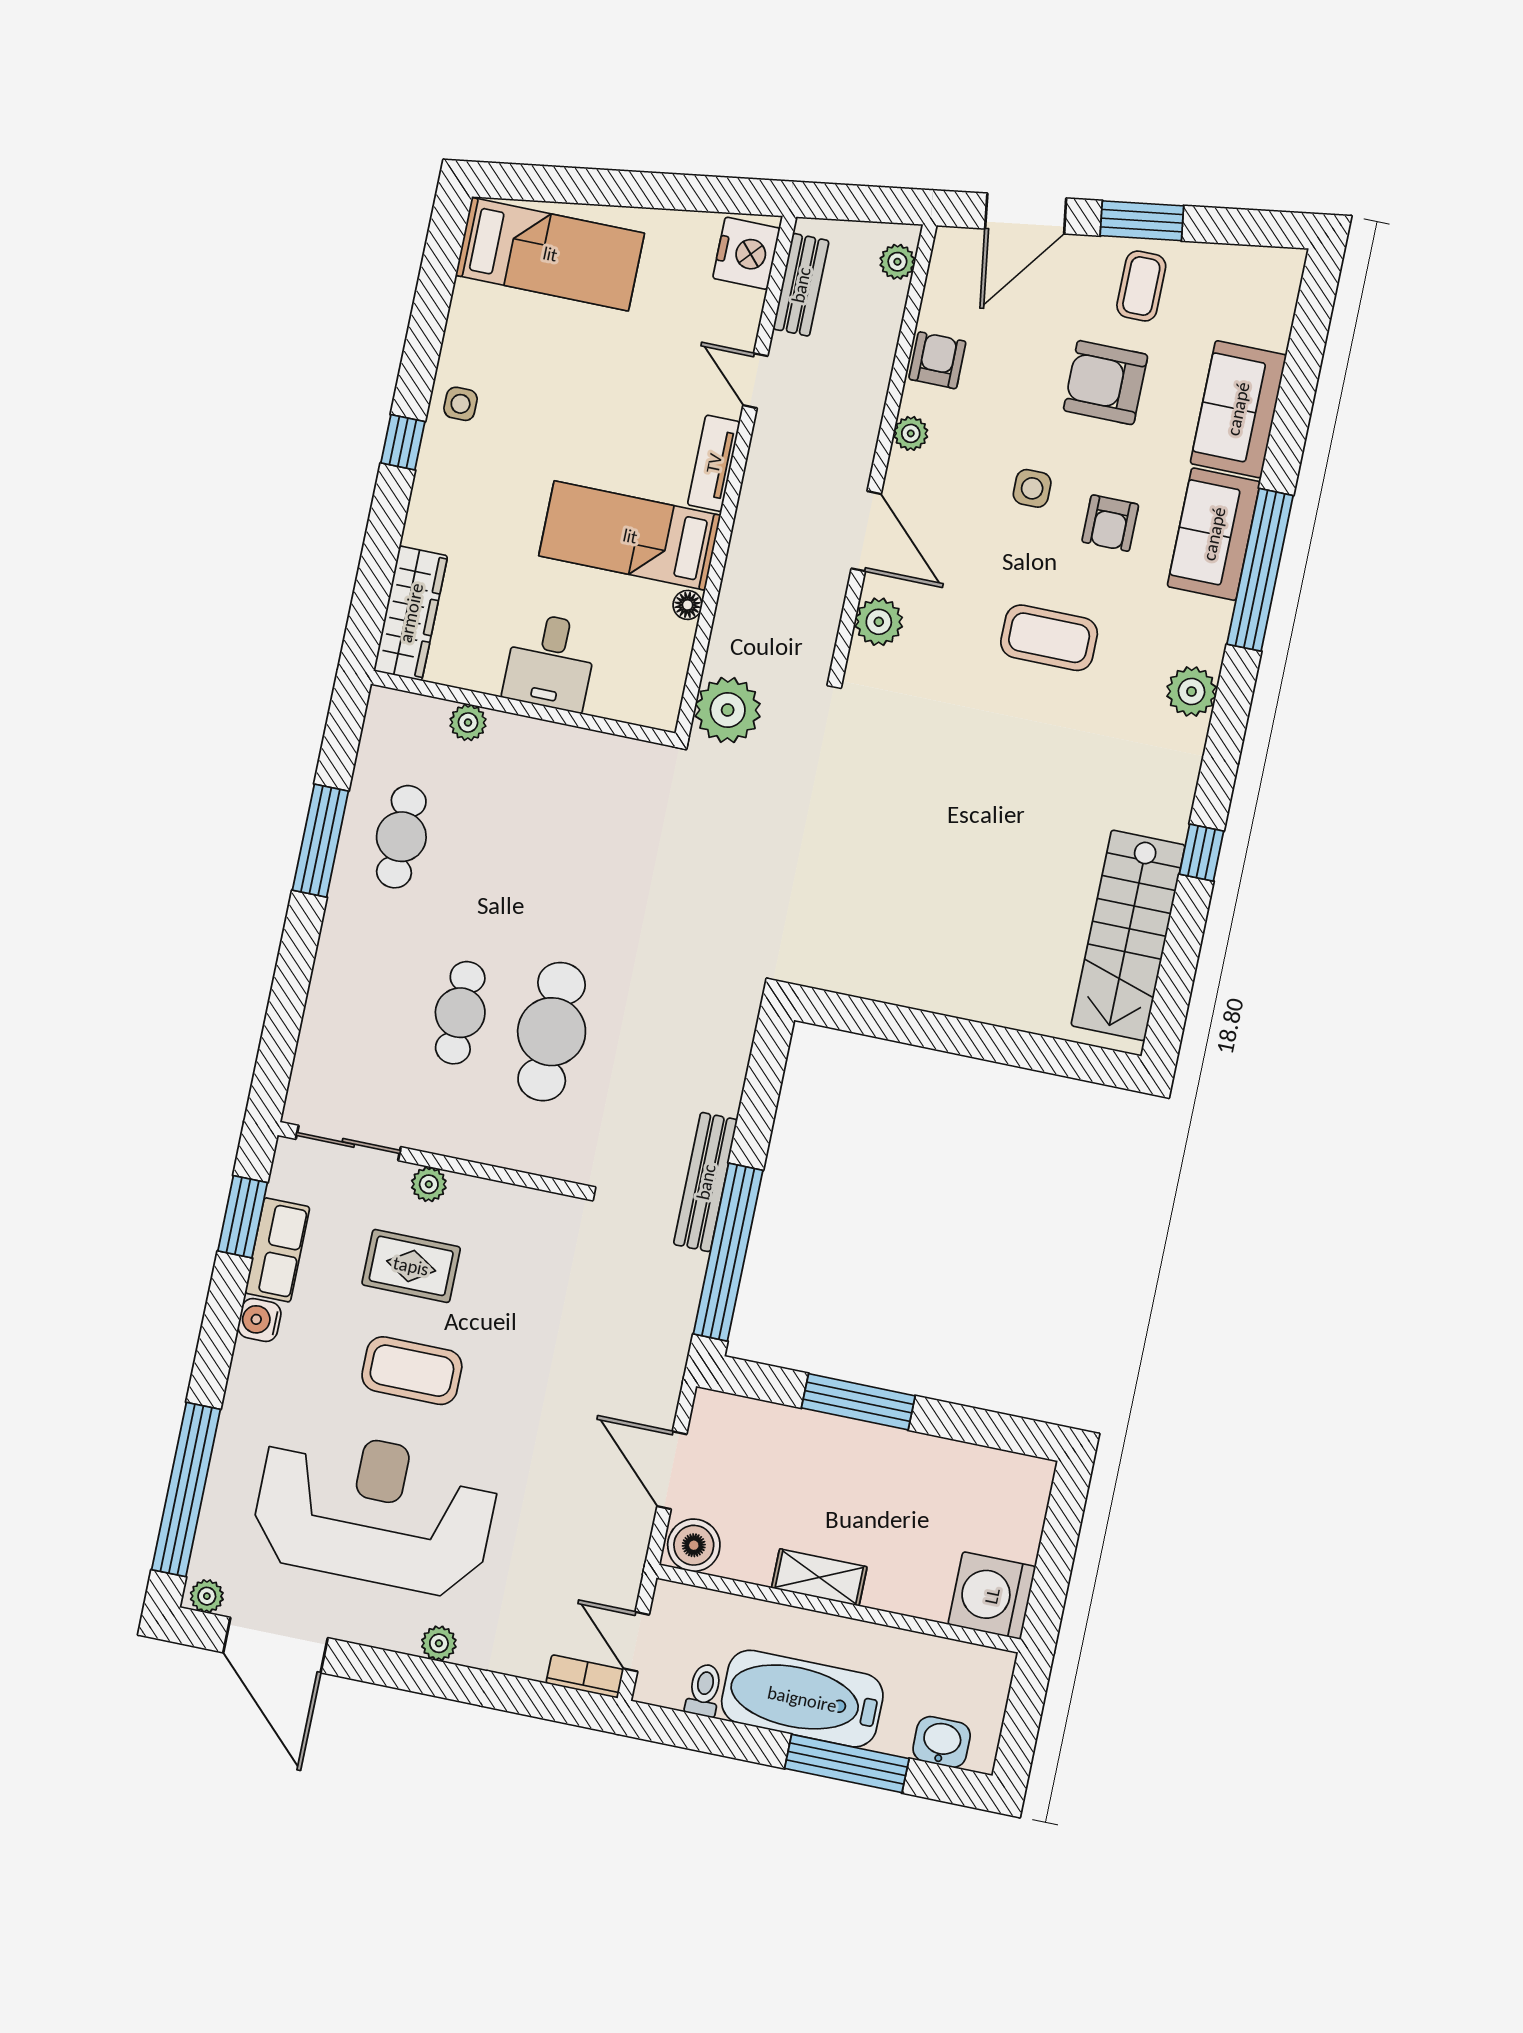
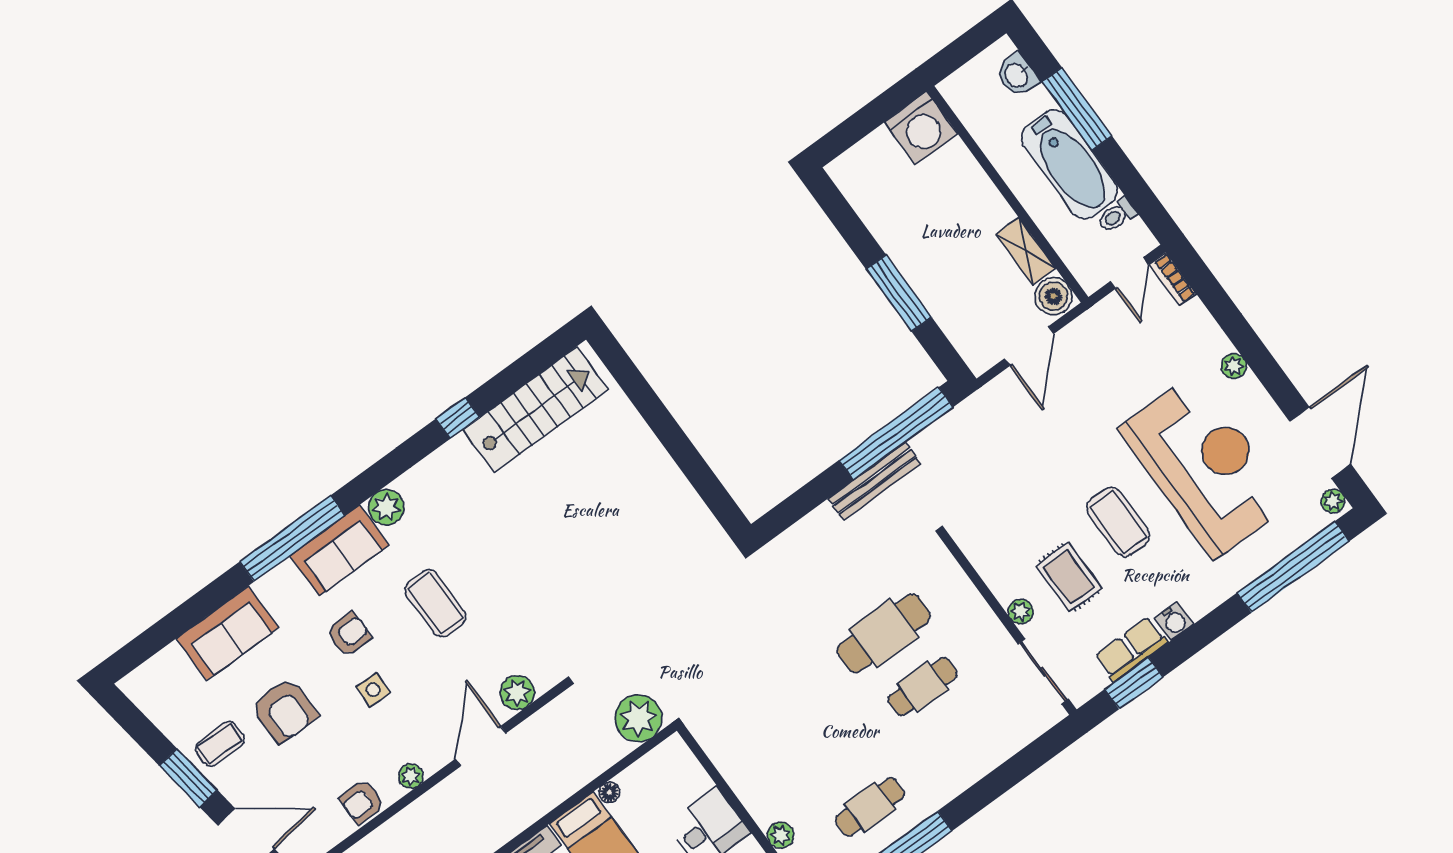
sofa: (1214, 534) -> (339, 550), moved
reception desk: (375, 1511) -> (1205, 466), turned 180
shelving: (819, 1577) -> (1026, 251), moved

